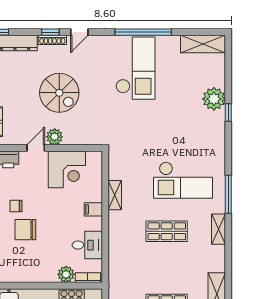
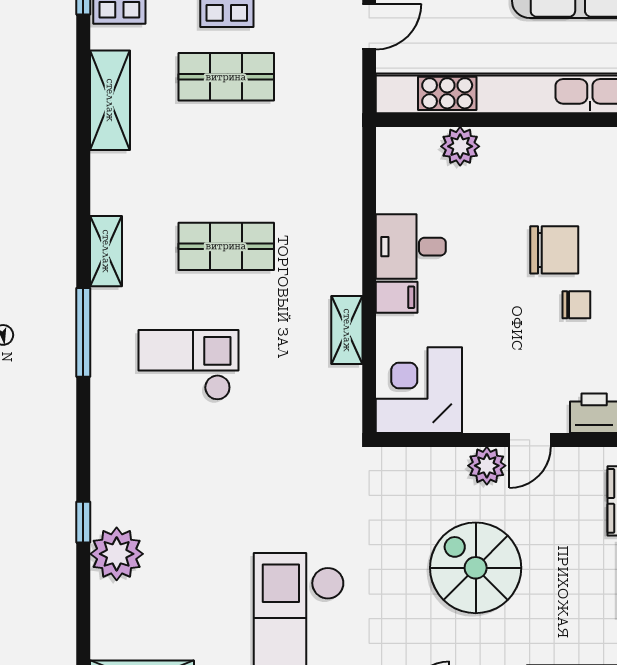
corner desk: (67, 169) -> (419, 390), moved
checkout: (183, 180) -> (188, 365), width x0.73, depth x0.83
desk: (87, 245) -> (411, 247), moved
bookcase: (88, 278) -> (409, 139), removed

